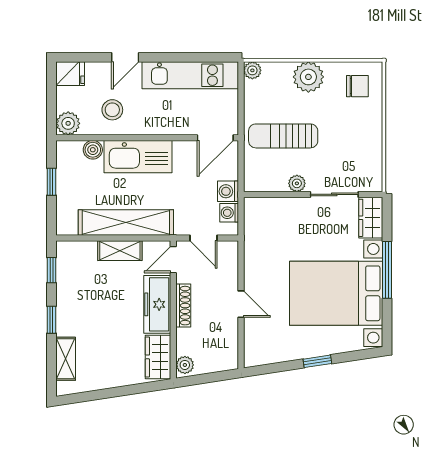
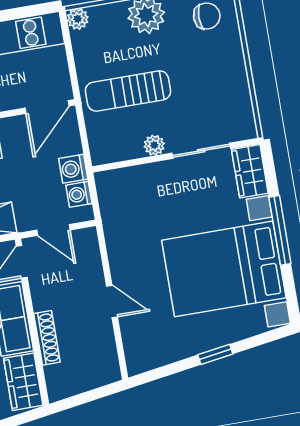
shoe rack: (183, 306) -> (47, 338), moved
plant: (185, 365) -> (57, 386), removed

